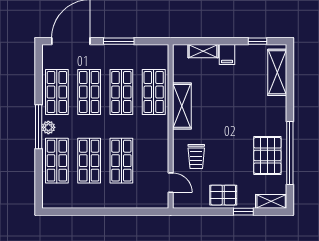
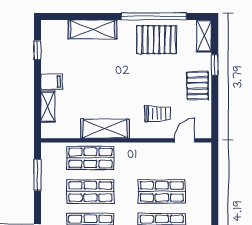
window: (119, 41) -> (37, 175), moved
shelving: (277, 72) -> (93, 29), moved

